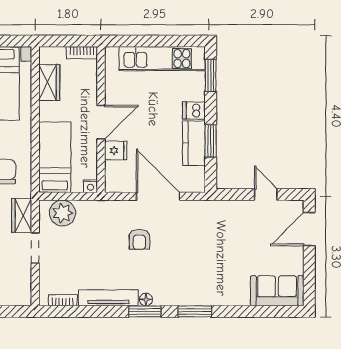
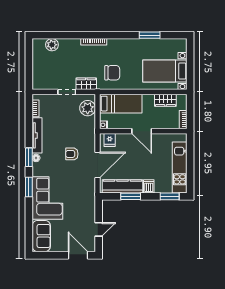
kitchen counter: (194, 143) -> (123, 186), width x1.50
fridge: (116, 151) -> (110, 140), moved
corner sofa: (213, 280) -> (47, 198), added

